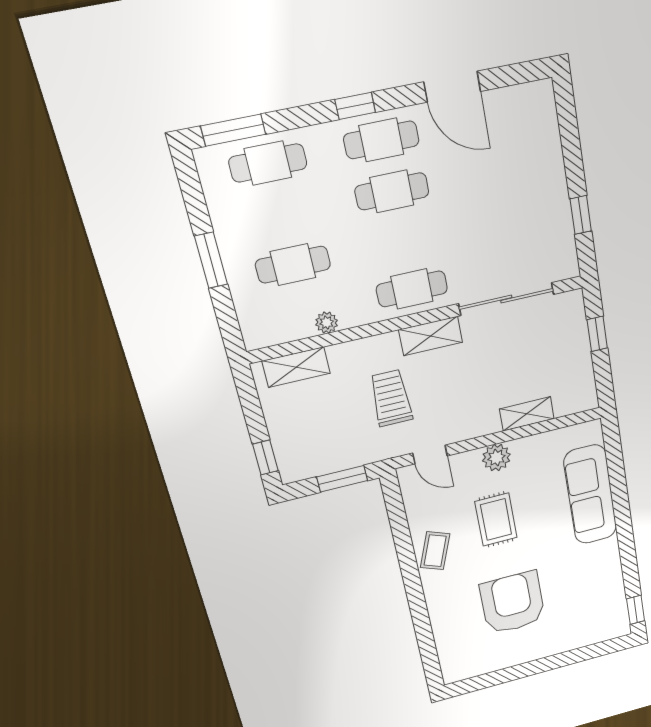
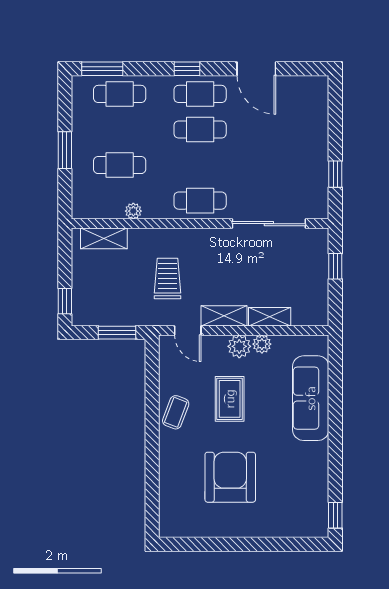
shelving: (431, 336) -> (224, 316), moved
plant: (523, 448) -> (262, 344), added

